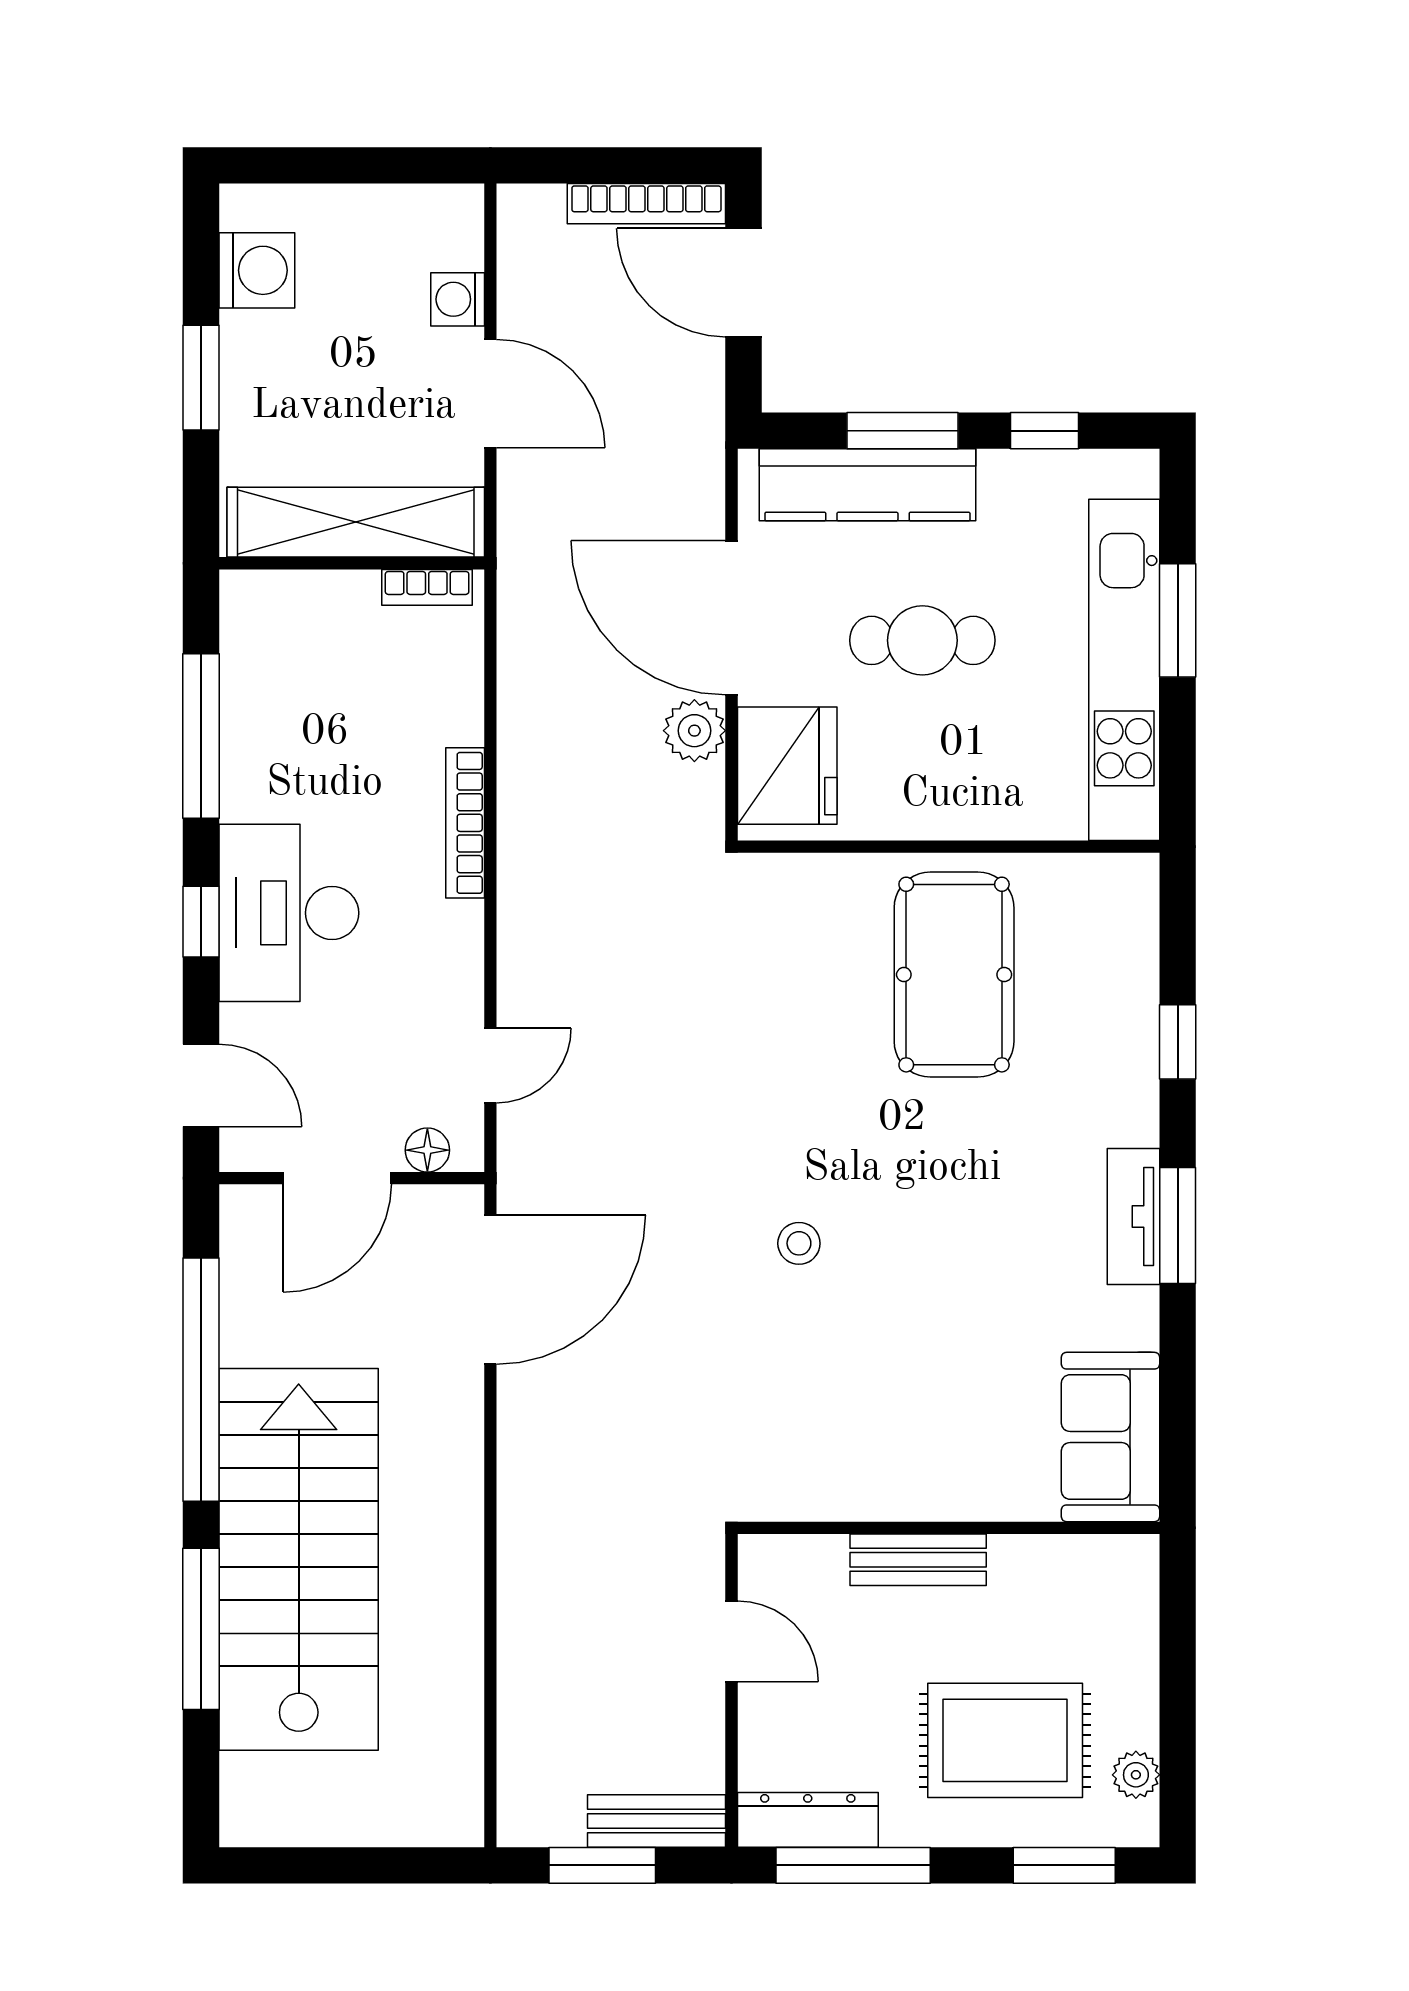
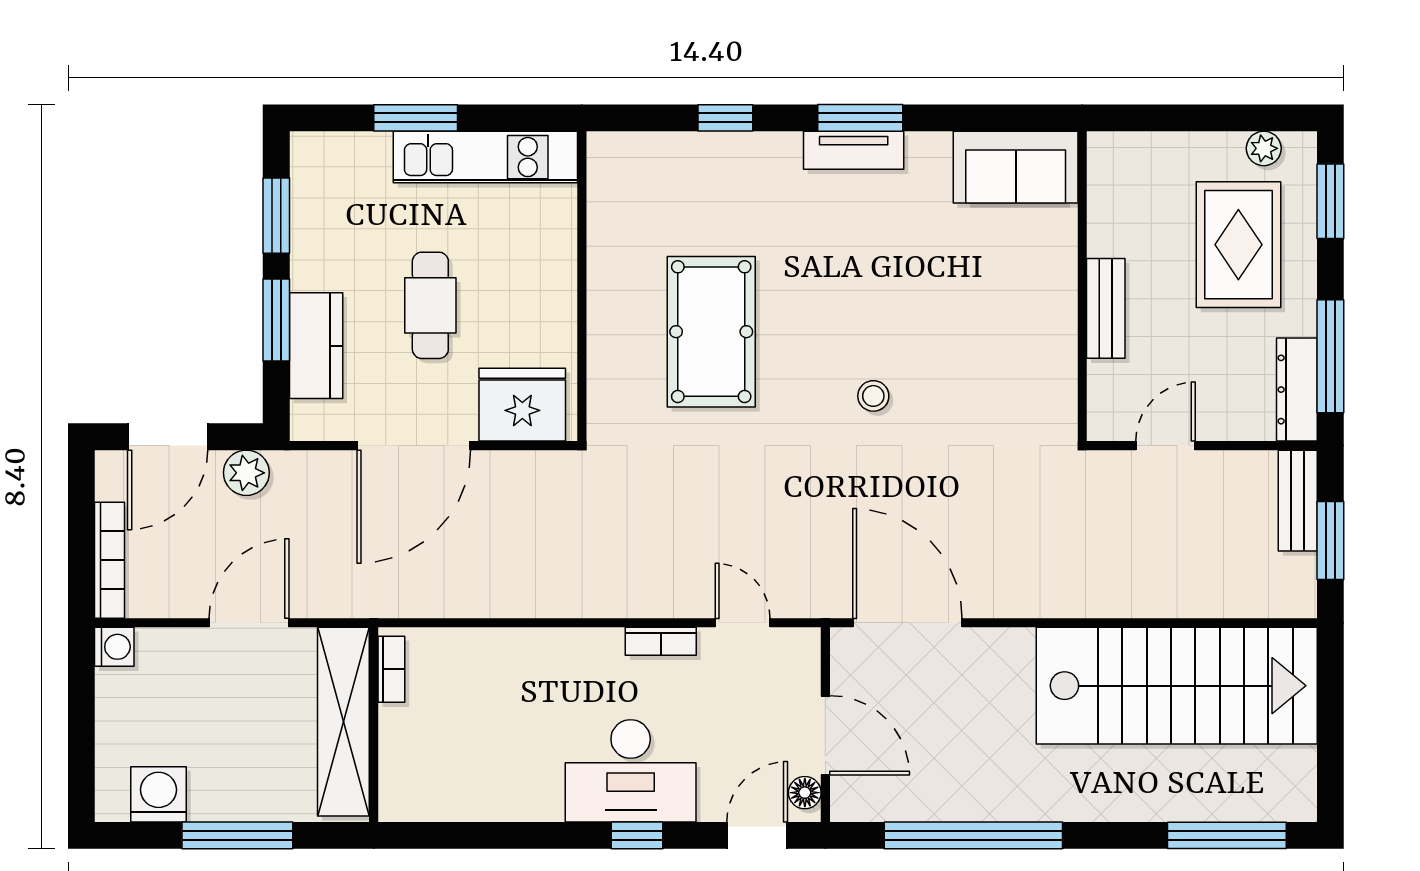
bookcase: (646, 204) -> (110, 560), moved
washing machine: (458, 299) -> (114, 647), moved, turned -90
window: (201, 378) -> (237, 835), width x1.44
window: (1044, 431) -> (276, 216), width x1.50
kitchen counter: (867, 485) -> (316, 346), width x0.67
kitchen unit: (1124, 670) -> (485, 157), width x0.73
plant: (694, 731) -> (246, 473), moved
window: (201, 736) -> (501, 835), removed
bookcase: (465, 823) -> (661, 641), moved, width x0.64
pool table: (954, 975) -> (711, 332), moved, turned 90
floor lamp: (427, 1150) -> (805, 793), moved
stairs: (299, 1559) -> (1177, 686), moved, turned 180
window: (201, 1629) -> (1227, 835), moved

